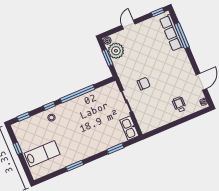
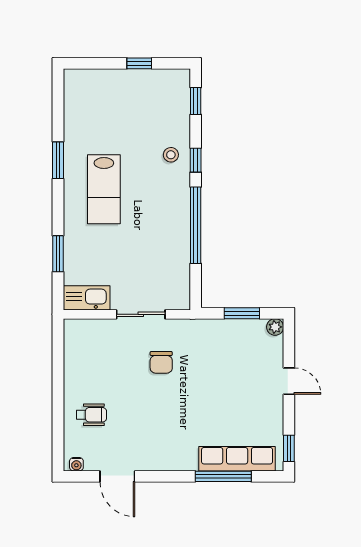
plant: (116, 51) -> (248, 335), removed
lab bench: (42, 154) -> (104, 189), moved

